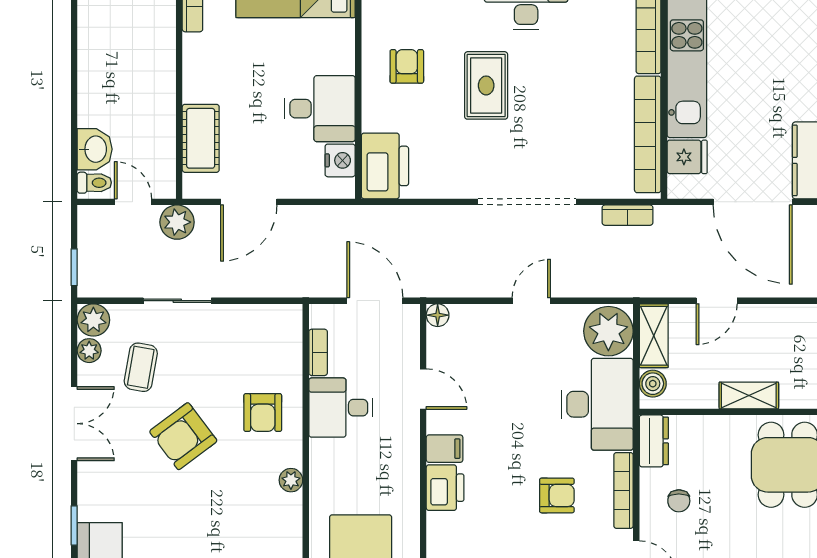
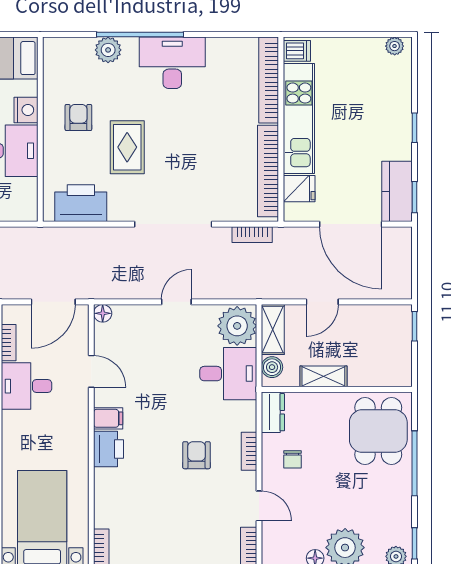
rug: (486, 85) -> (127, 147), moved
nightstand: (340, 160) -> (26, 110), moved
printer: (385, 166) -> (81, 203), moved, turned -90
door: (375, 301) -> (53, 302), swing flipped
shelving: (749, 395) -> (323, 376), moved
desk: (597, 404) -> (228, 374), width x0.73
bookcase: (623, 490) -> (249, 451), width x0.64
armchair: (557, 495) -> (197, 455), turned -90

